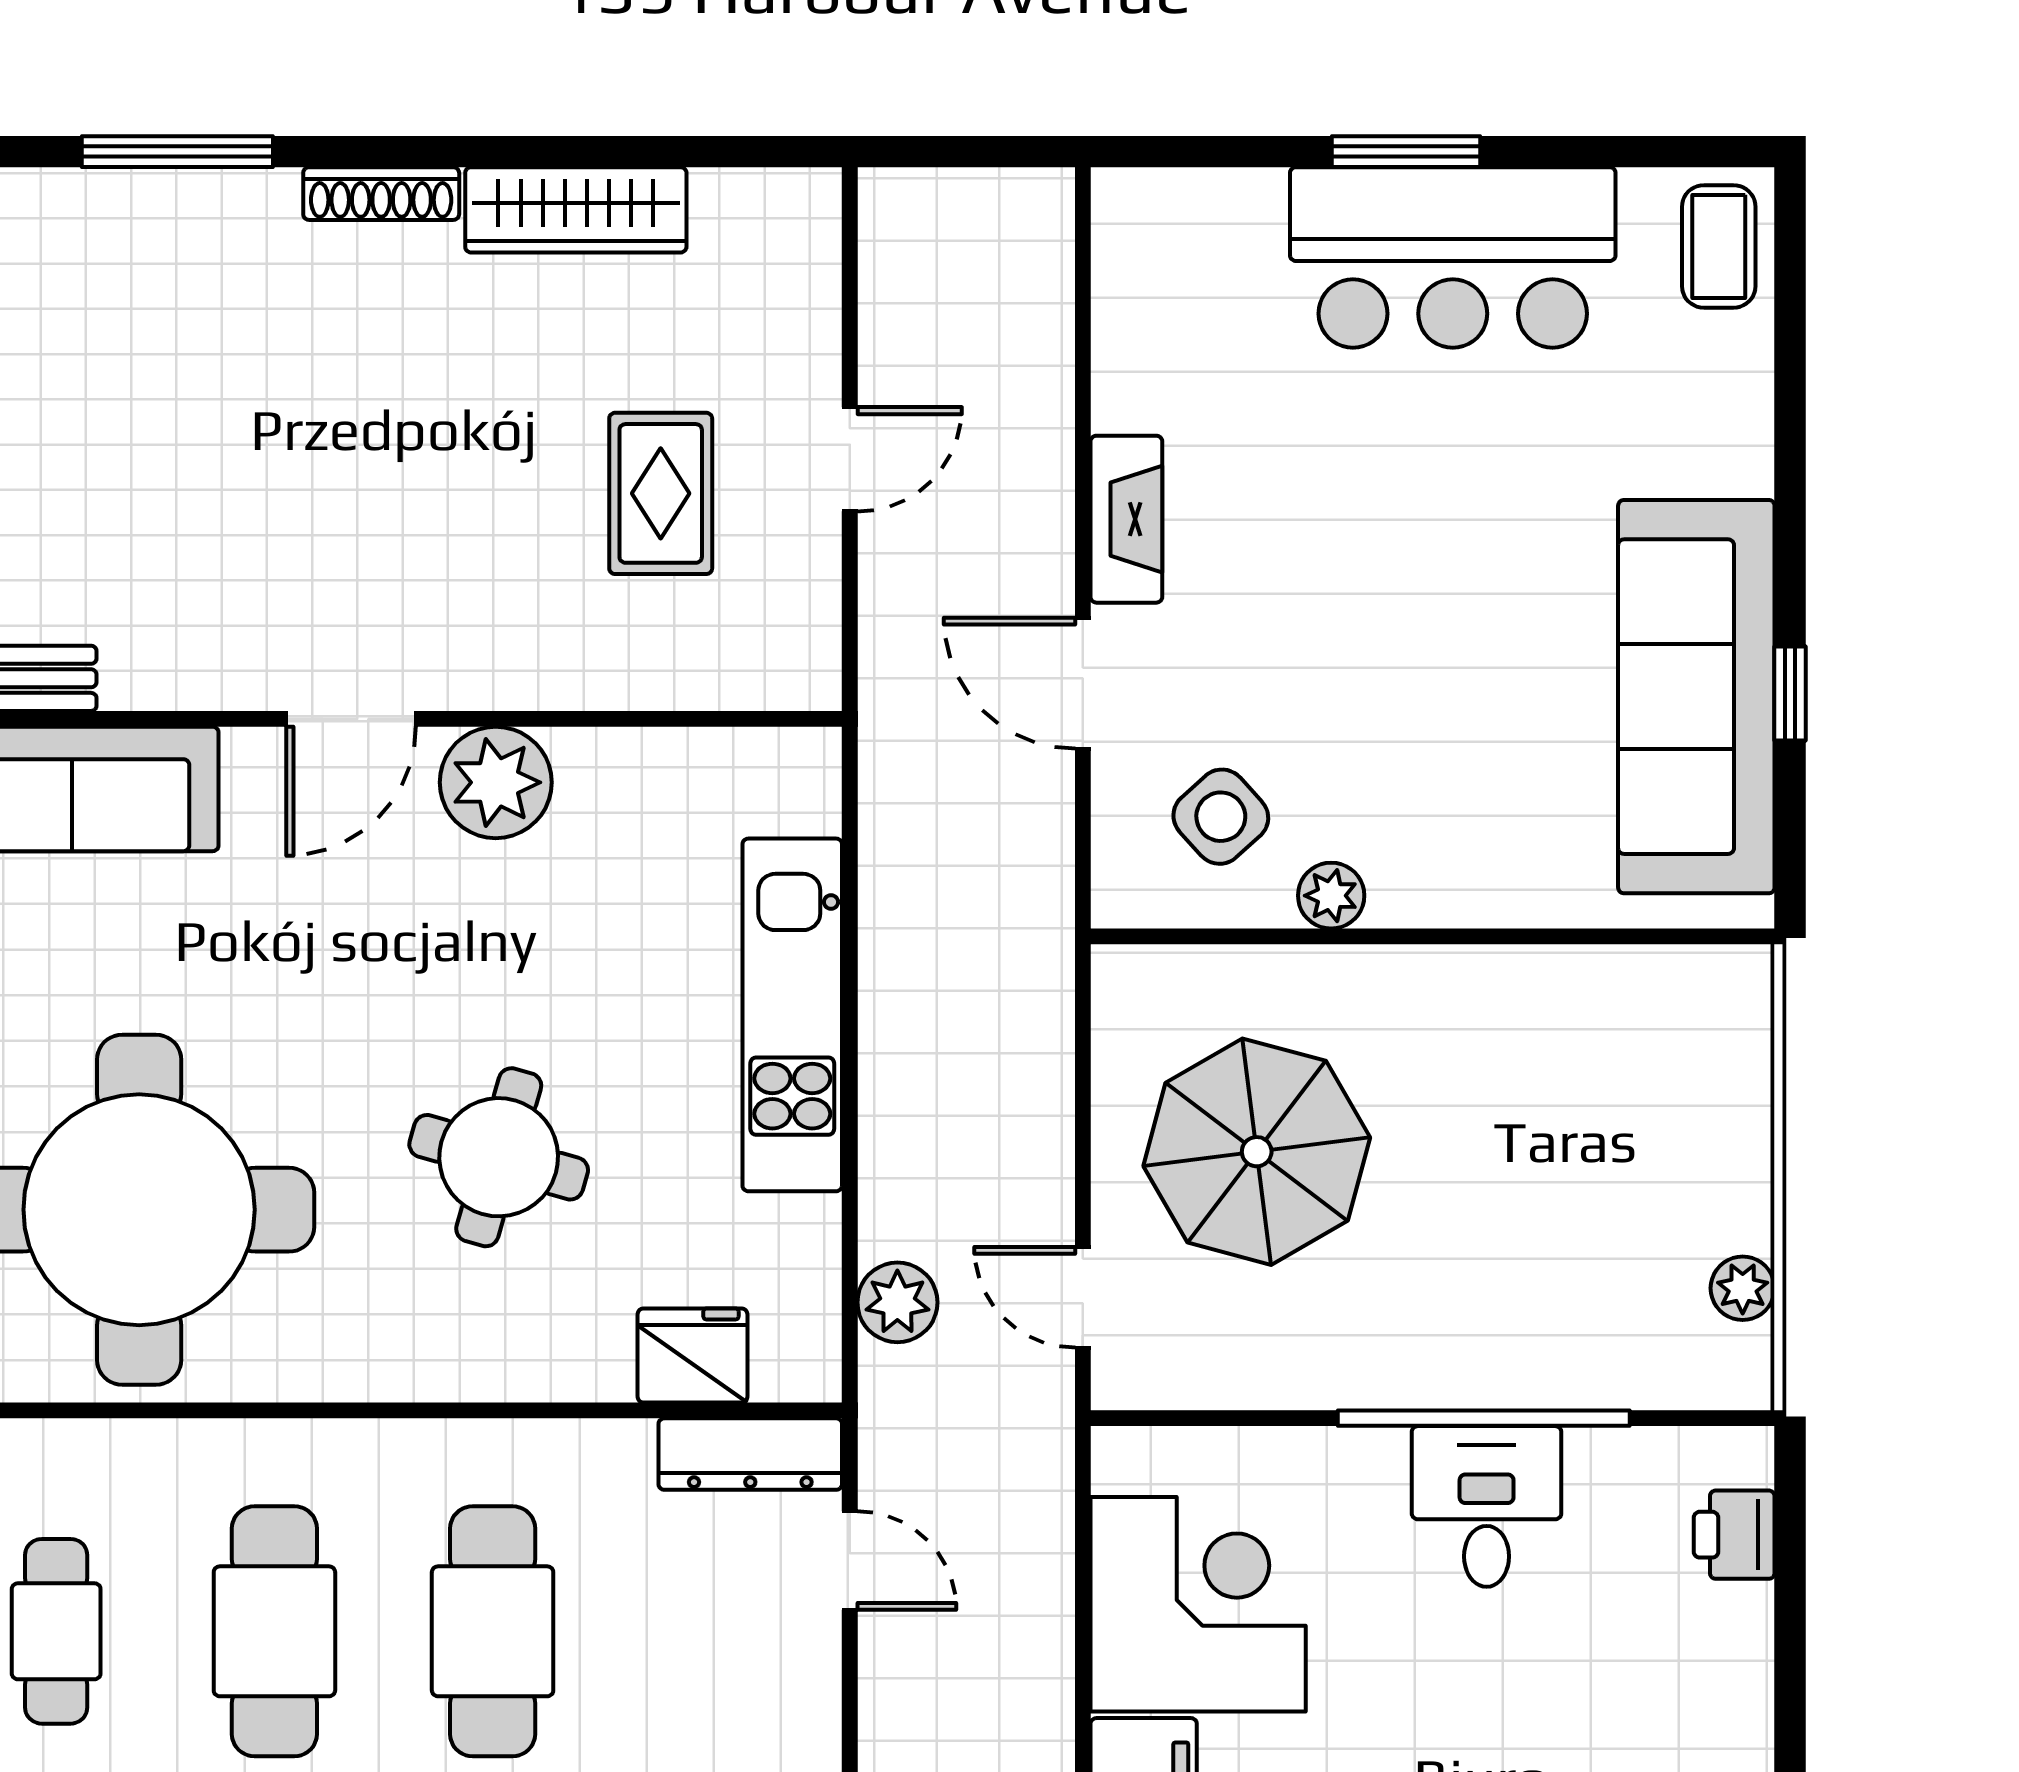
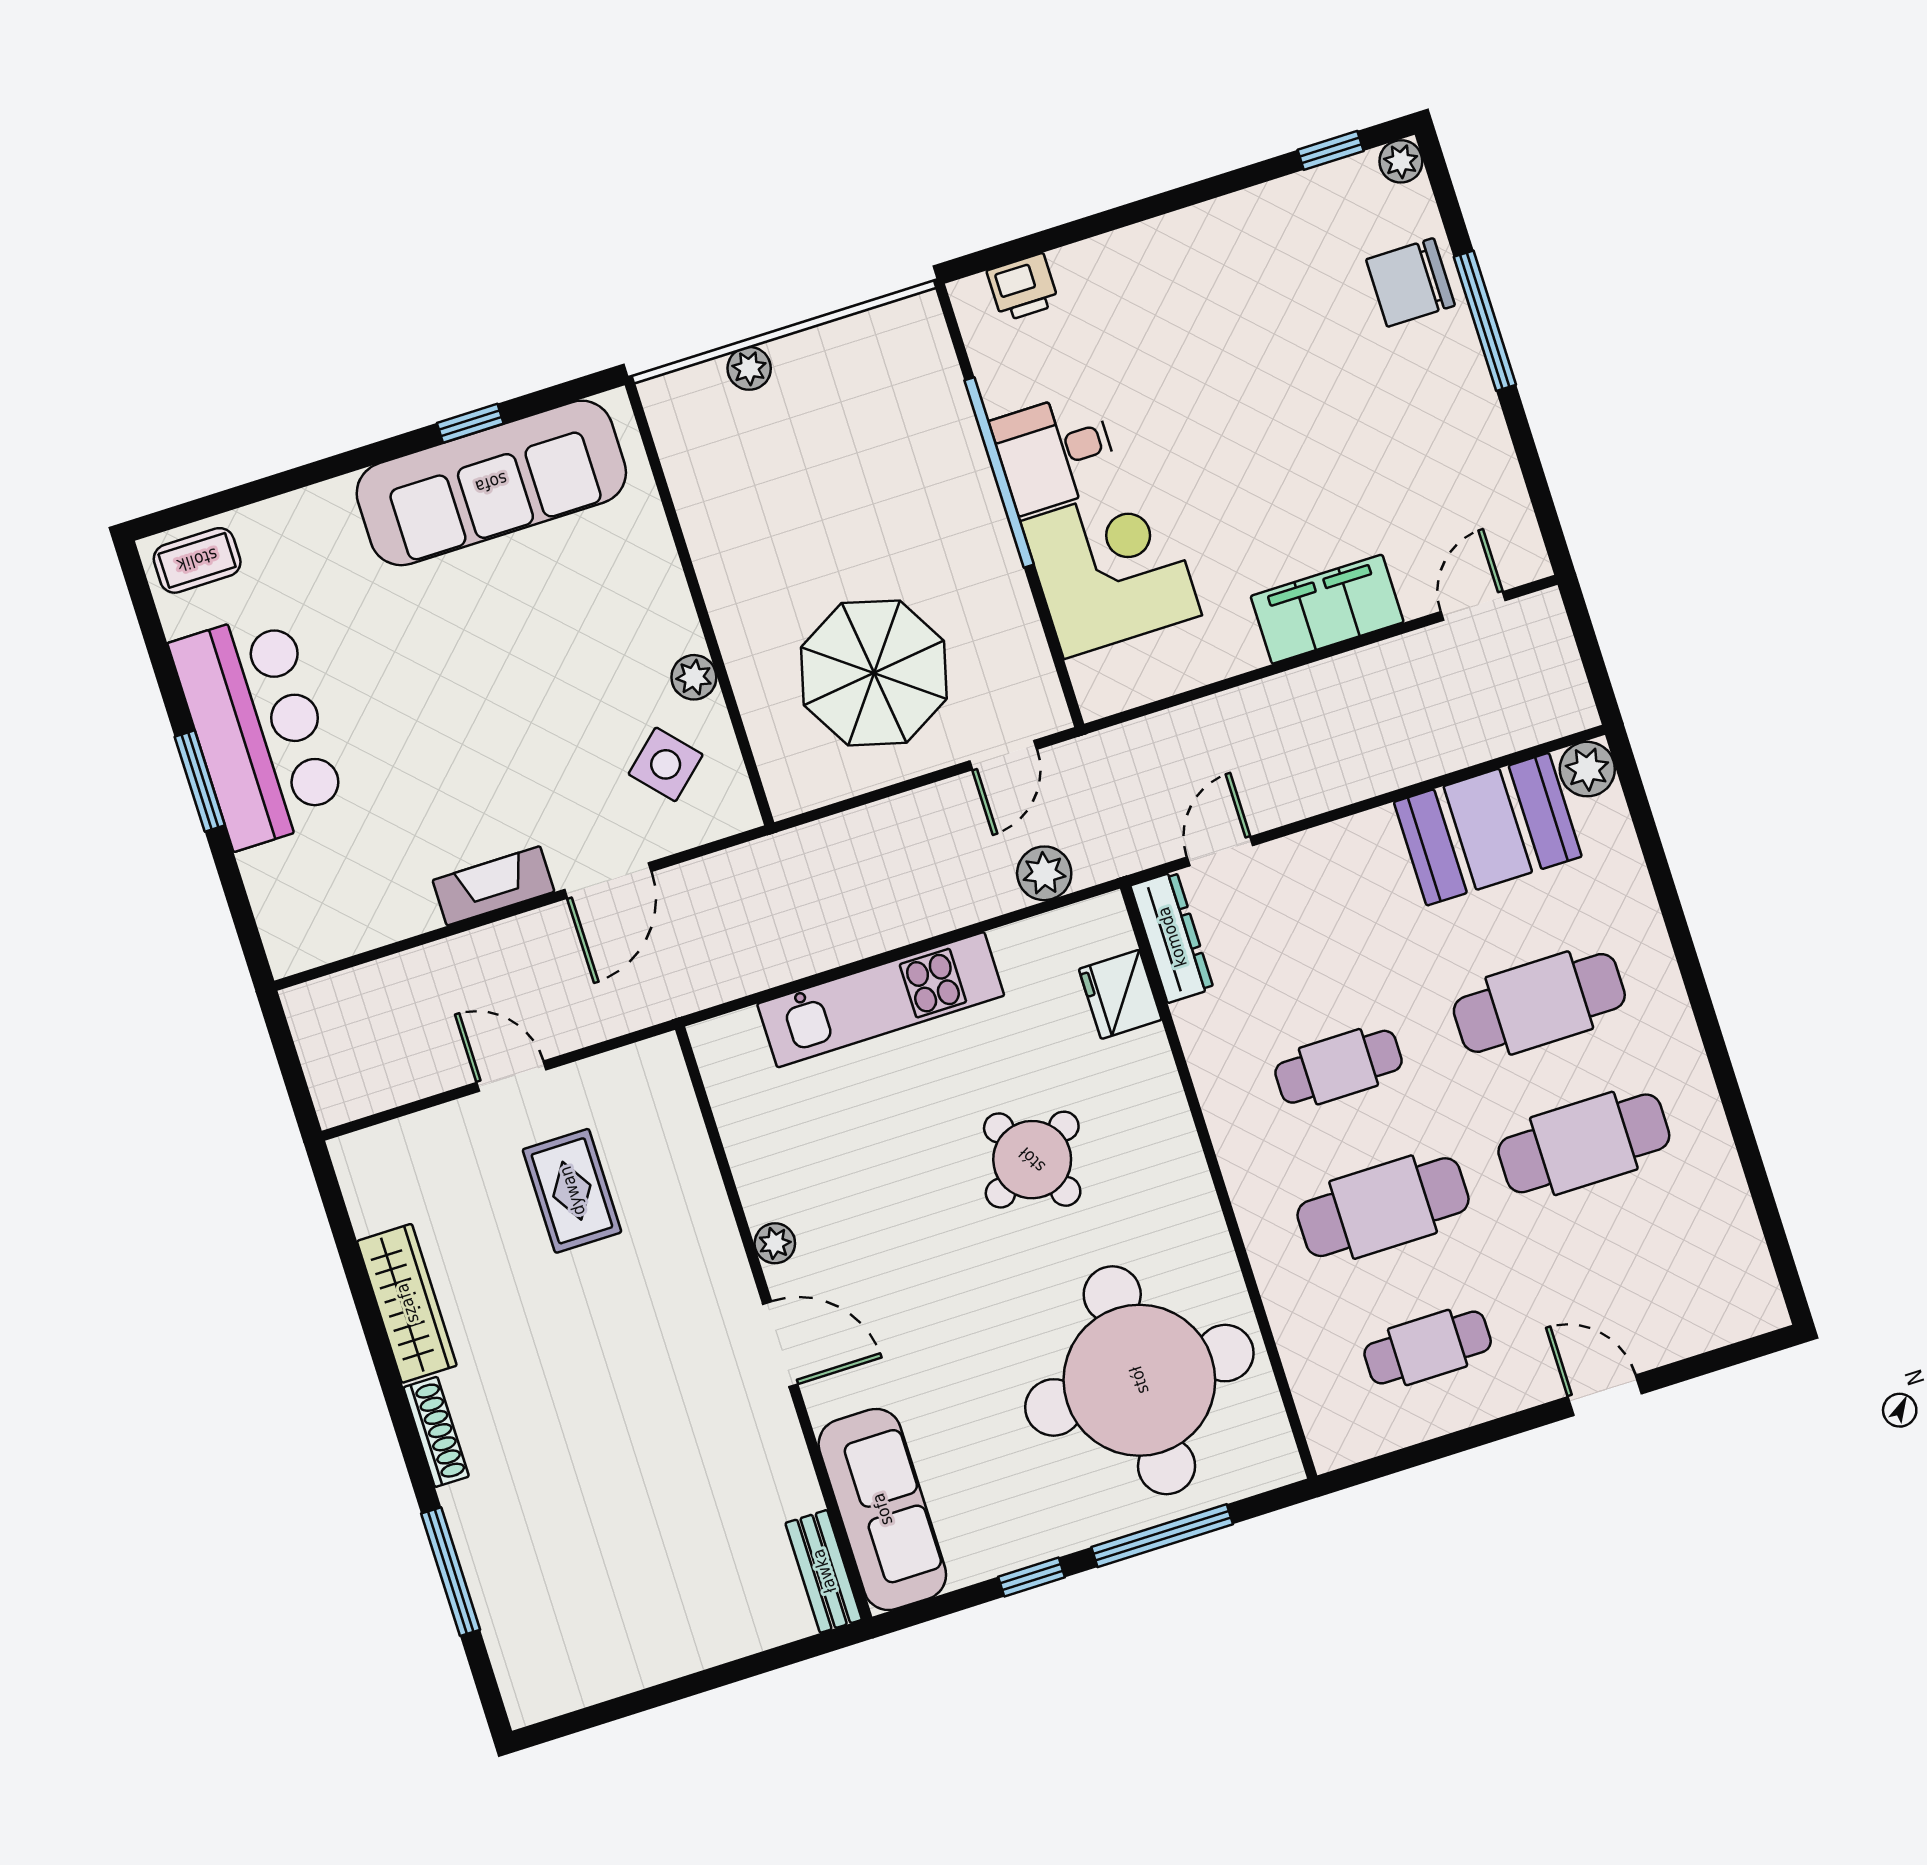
rug: (661, 493) -> (572, 1191), turned 90
plant: (496, 782) -> (775, 1243), width x0.53, depth x0.53
round table: (499, 1157) -> (1032, 1160), turned 45
plant: (1743, 1288) -> (749, 368), moved
corner desk: (1198, 1604) -> (1111, 568), moved, turned 90
cafe table: (493, 1631) -> (1338, 1067), width x0.73, depth x0.74

